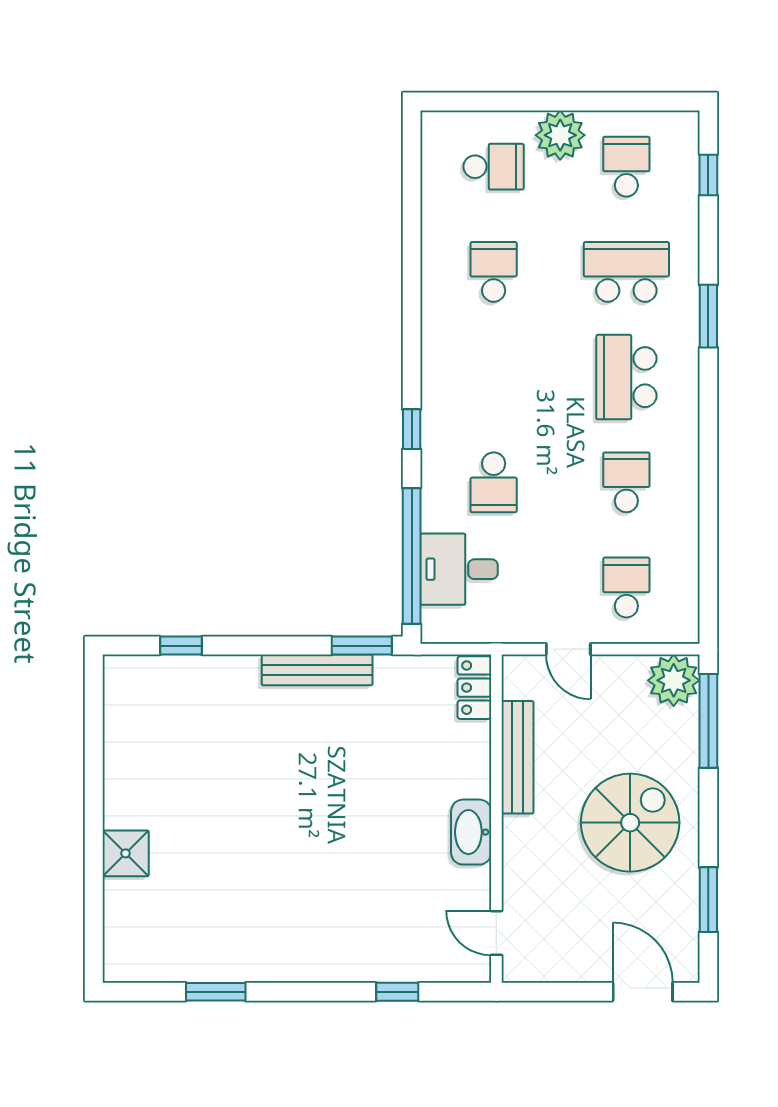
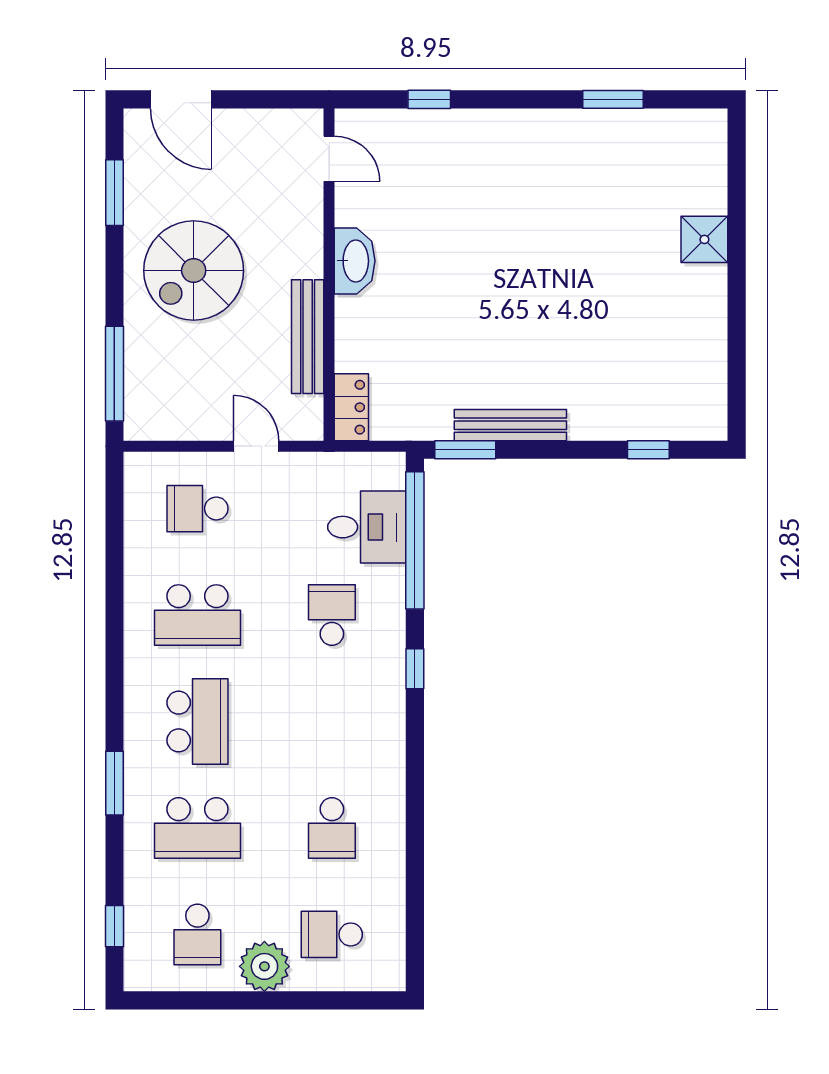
school desk: (626, 482) -> (197, 615), width x1.85
school desk: (626, 588) -> (197, 509), turned 90
plant: (674, 680) -> (150, 415), removed

